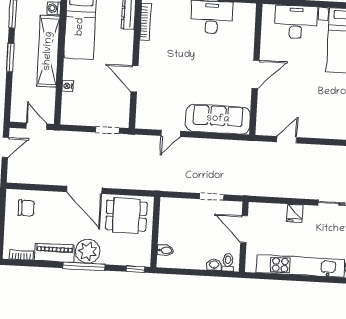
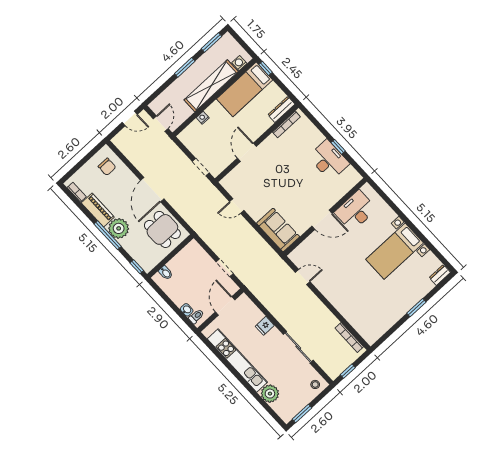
desk: (296, 22) -> (356, 211), moved, turned -90
sofa: (218, 119) -> (278, 230), width x0.73

